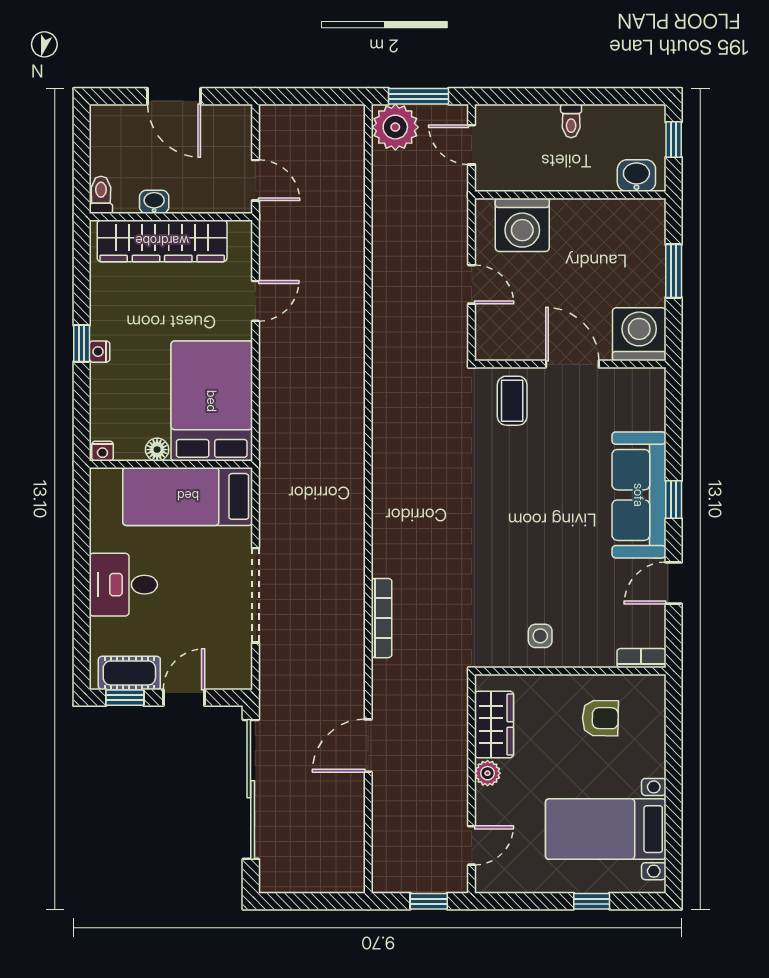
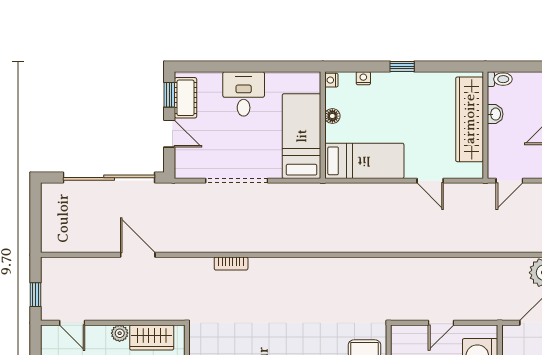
nightstand: (100, 352) -> (363, 78), moved
bed: (212, 401) -> (364, 161), width x0.67
bookcase: (382, 618) -> (231, 264), width x0.64

